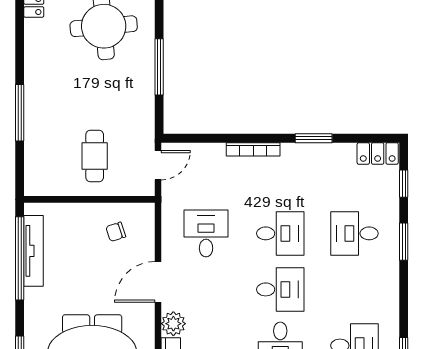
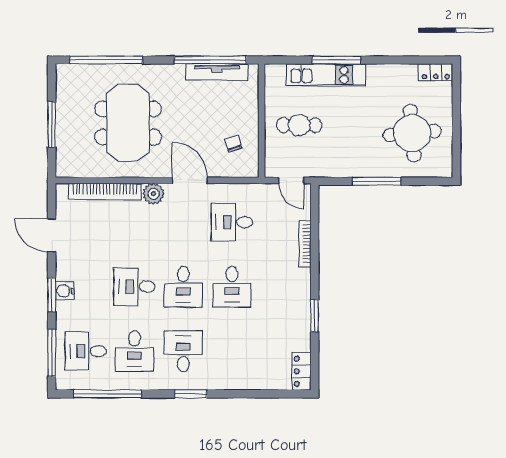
kitchen unit: (37, 125) -> (326, 75), added
bookcase: (253, 149) -> (305, 244), moved
window: (404, 184) -> (275, 394), removed
desk: (206, 233) -> (232, 222), turned 180
desk: (354, 233) -> (183, 351), moved
window: (404, 242) -> (191, 394), moved

